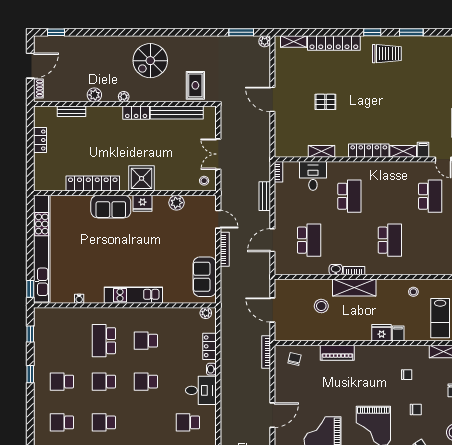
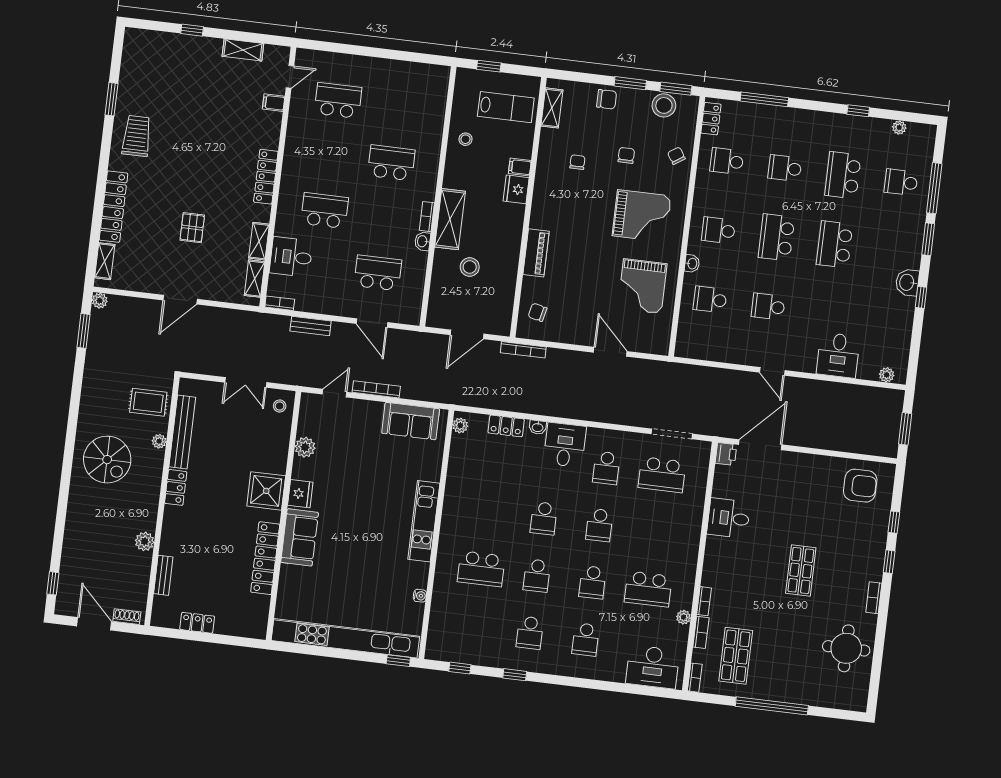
window: (372, 32) -> (105, 152), removed
plant: (124, 97) -> (159, 441), moved
shelving: (403, 151) -> (255, 279), moved
school desk: (146, 341) -> (599, 525), moved

